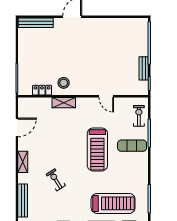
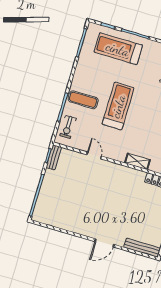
bench: (144, 68) -> (54, 157), moved
stool: (64, 83) -> (132, 181), removed

